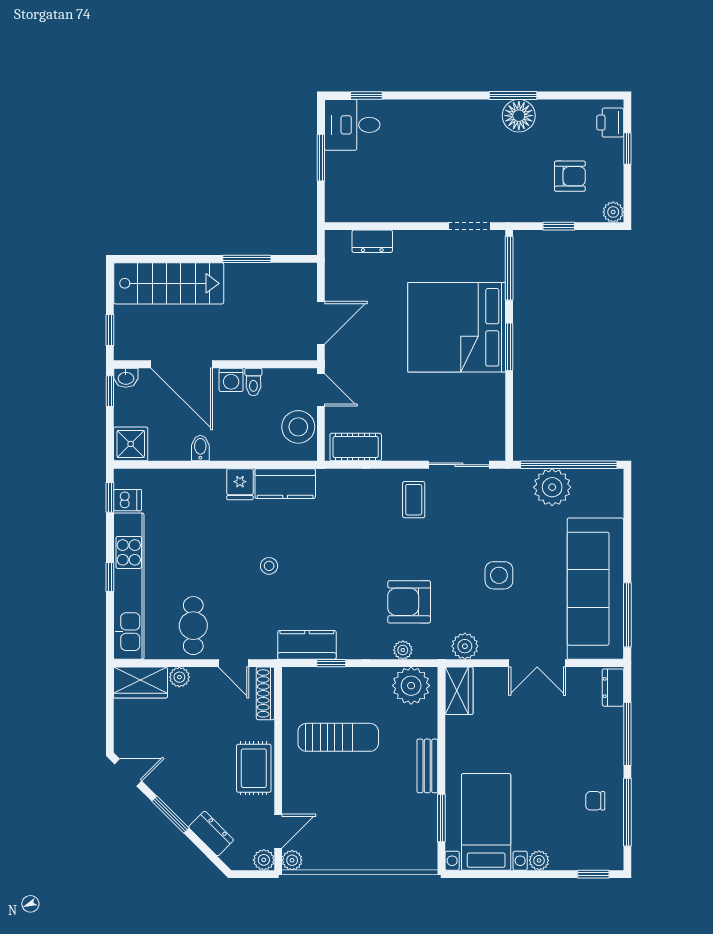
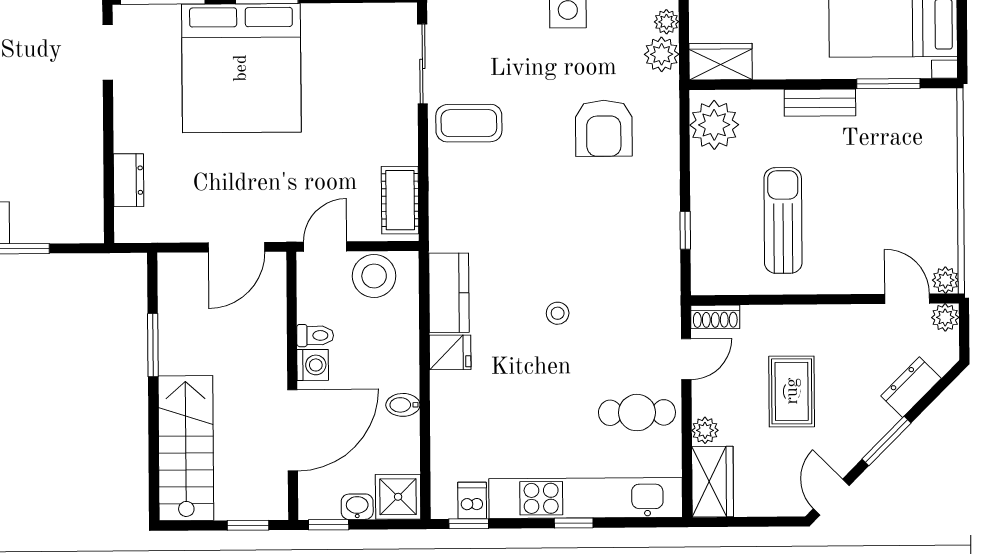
door: (321, 323) -> (236, 247), swing flipped
washbasin: (126, 378) -> (357, 507), moved, turned -90
coffee table: (414, 500) -> (469, 123), width x1.36, depth x1.30
kitchen counter: (307, 645) -> (661, 263), removed
plant: (403, 650) -> (666, 22), moved
shoe rack: (265, 693) -> (715, 317), width x0.70
rug: (254, 768) -> (792, 391), moved, turned 90

